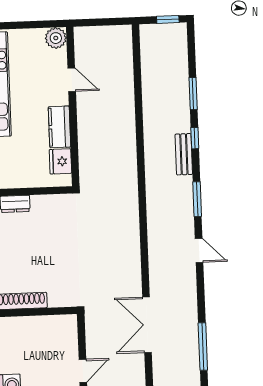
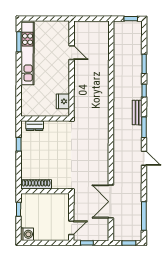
plant: (56, 38) -> (63, 27), removed
kitchen counter: (59, 127) -> (63, 81), removed
bench: (184, 154) -> (137, 113), moved

